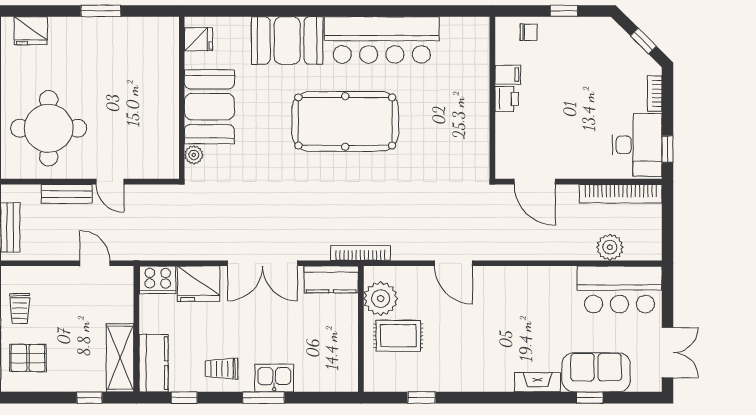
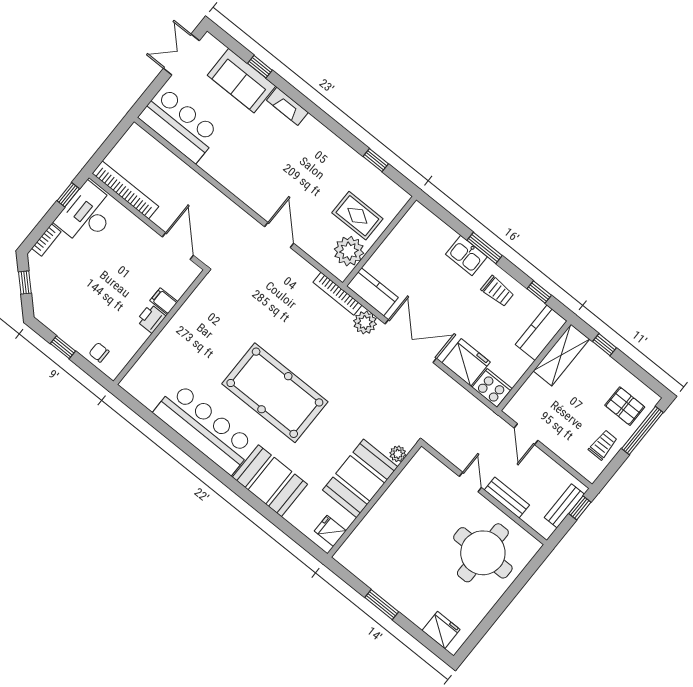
filing cabinet: (508, 75) -> (164, 301), moved
plant: (610, 247) -> (365, 323), moved

